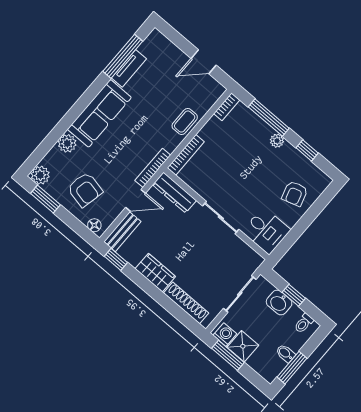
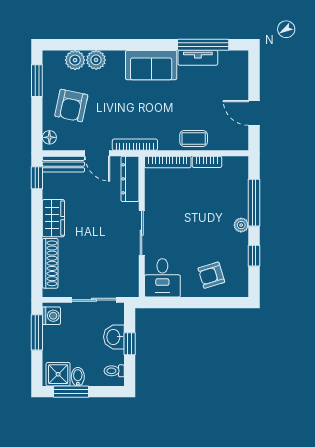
bookcase: (227, 107) -> (207, 162), moved
sofa: (99, 113) -> (151, 65), width x0.73
plant: (40, 175) -> (75, 60), moved
shower: (243, 346) -> (58, 374), moved

